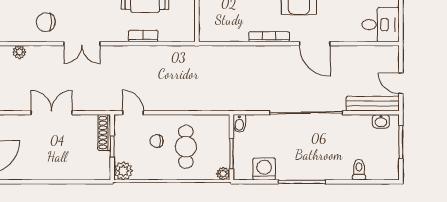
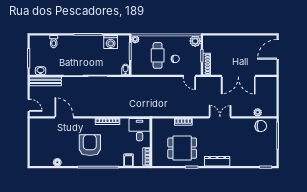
chair: (46, 22) -> (261, 126), moved
desk: (381, 25) -> (140, 130), moved, turned 90
door: (315, 44) -> (64, 117), moved
door: (401, 83) -> (29, 105), moved
double door: (52, 113) -> (238, 76), width x1.37

